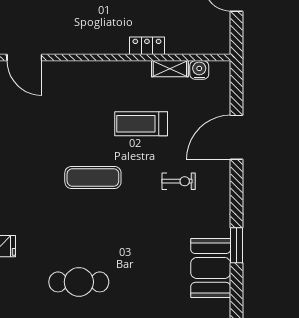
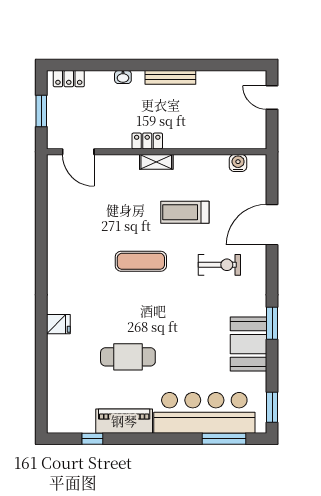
locker: (147, 46) -> (147, 141), moved
shelving: (170, 69) -> (156, 162), moved
exercise bike: (179, 181) -> (219, 265), width x1.38, depth x1.39

